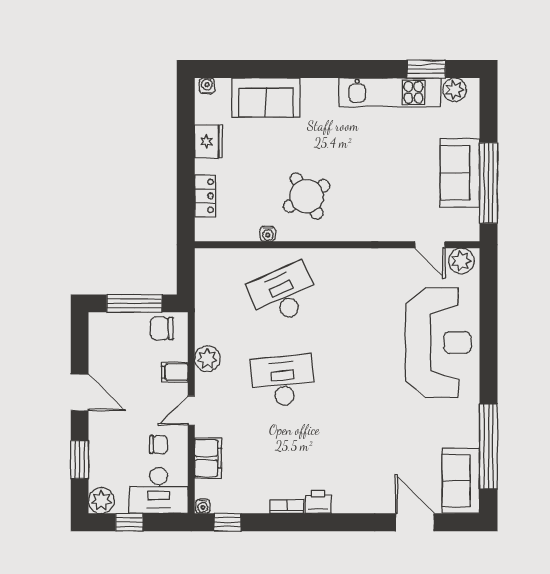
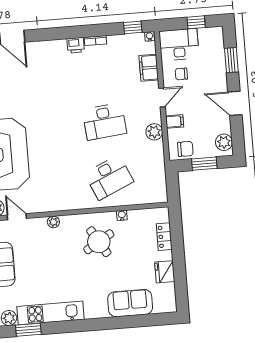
water cooler: (207, 86) -> (169, 308), removed
plant: (374, 232) -> (53, 222), added
window: (134, 303) -> (204, 164), width x0.69
plant: (101, 500) -> (224, 142), moved

